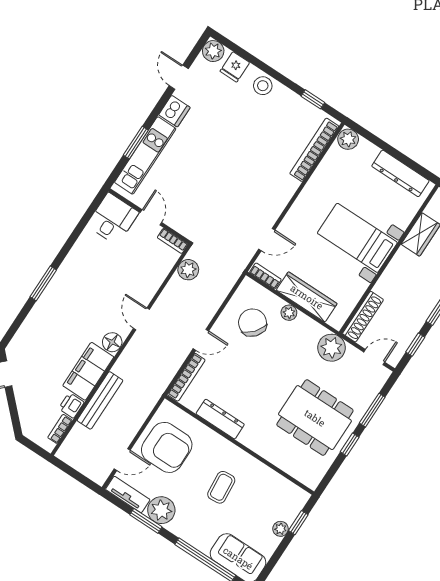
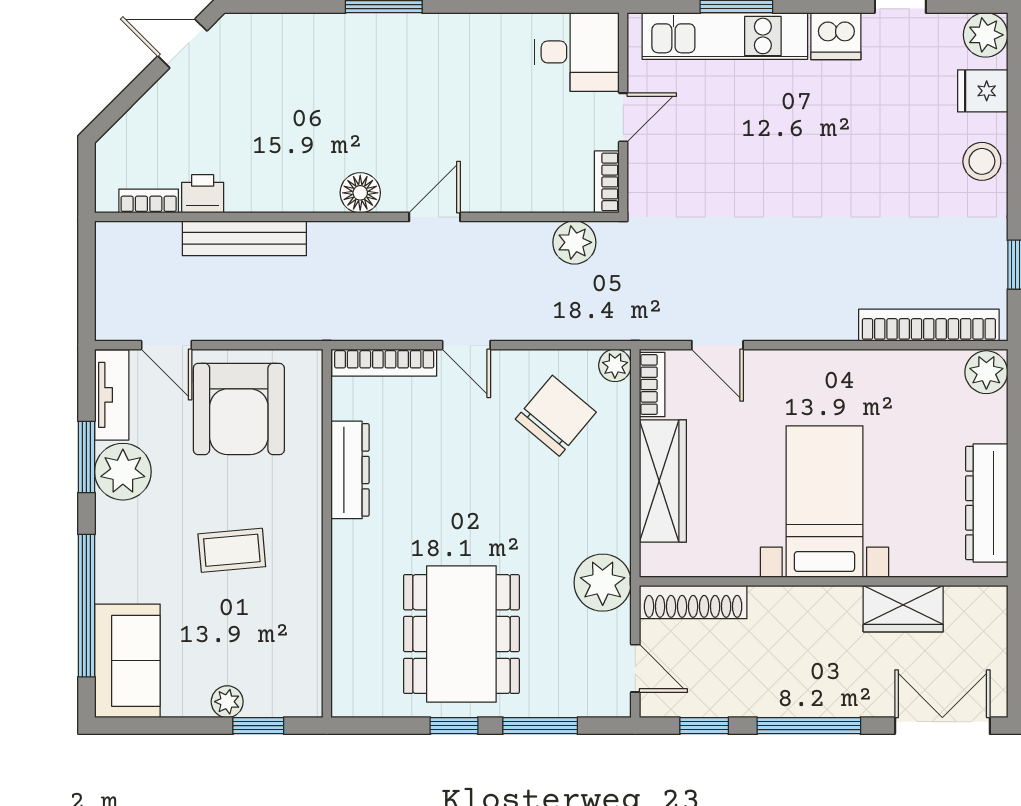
plant: (289, 313) -> (615, 365), moved
filing cabinet: (88, 371) -> (282, 184), removed

